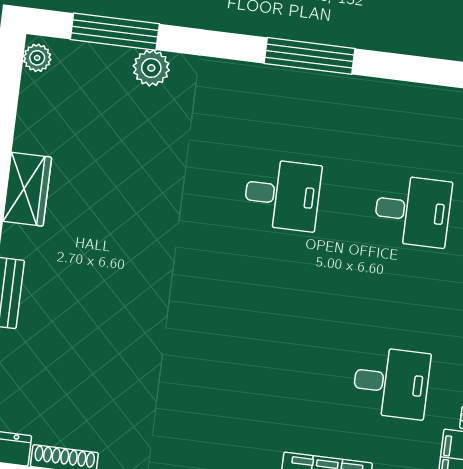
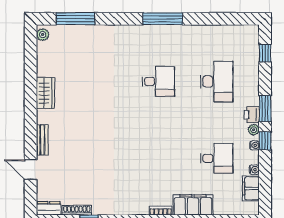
plant: (151, 68) -> (94, 33), removed
desk: (413, 211) -> (217, 81), width x1.37

